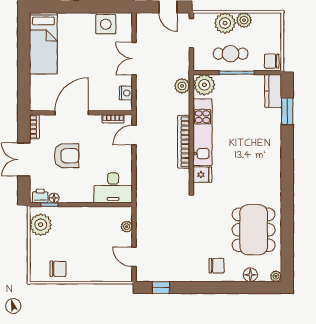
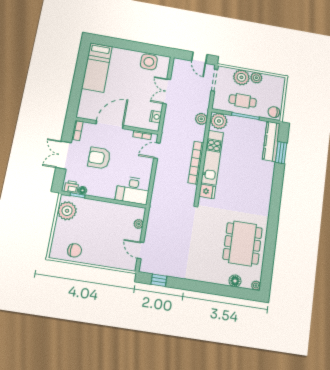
kitchen counter: (273, 91) -> (271, 141), width x1.50
armchair: (67, 156) -> (99, 158), turned 180
chair: (217, 266) -> (208, 269), removed

